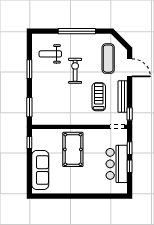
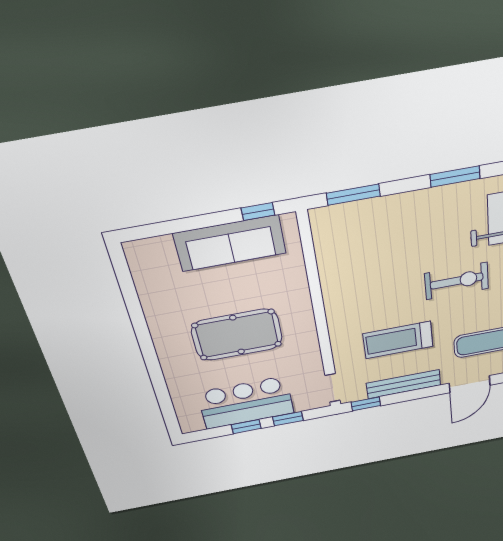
treadmill: (99, 97) -> (398, 340), turned 180
pool table: (73, 149) -> (237, 335), moved
sofa: (40, 170) -> (230, 243), moved

